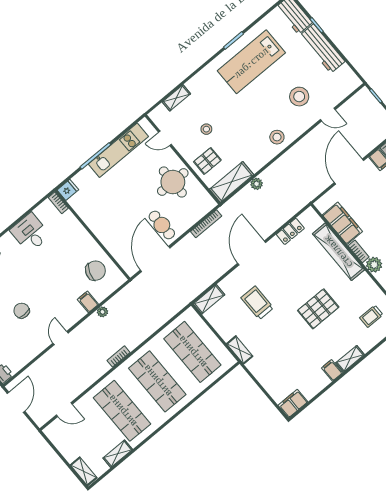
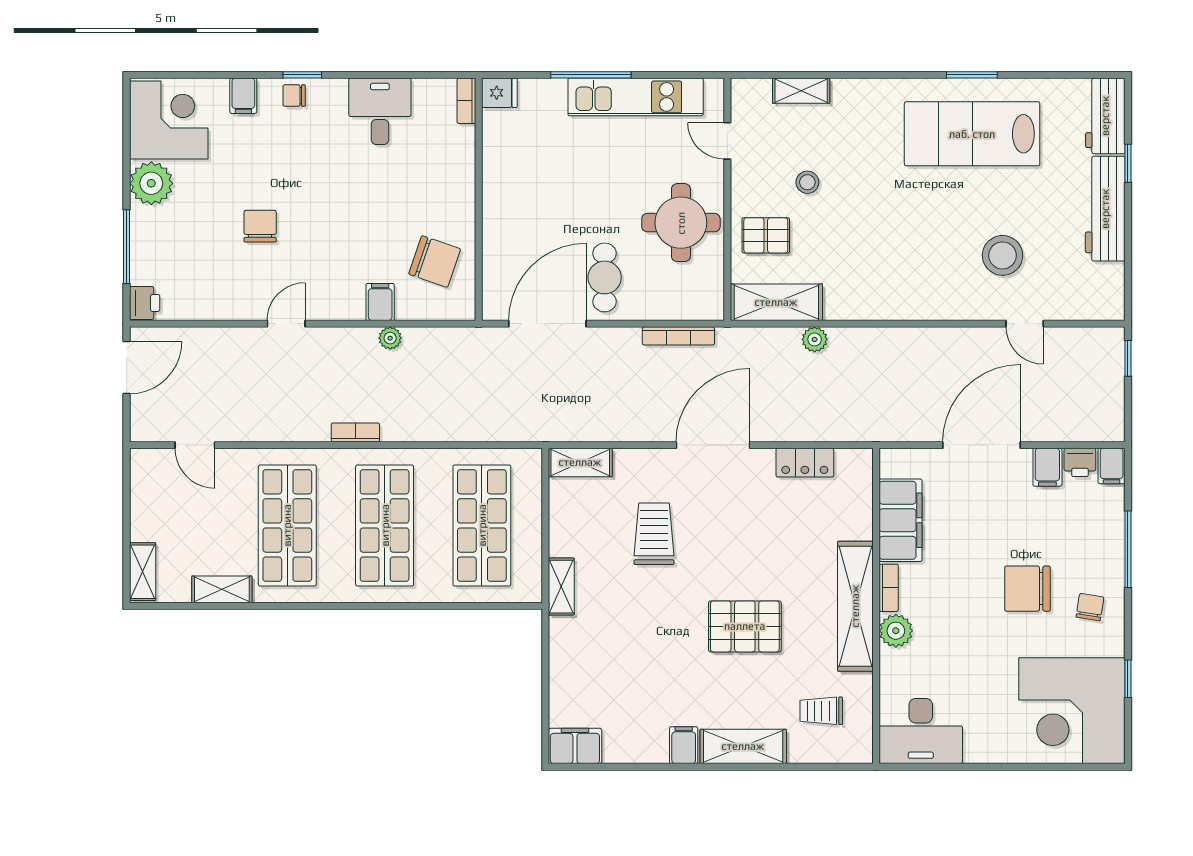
stool: (277, 137) -> (911, 291), removed
shelving: (338, 252) -> (855, 606), moved
shelving: (350, 359) -> (743, 746), width x1.50, depth x1.33

